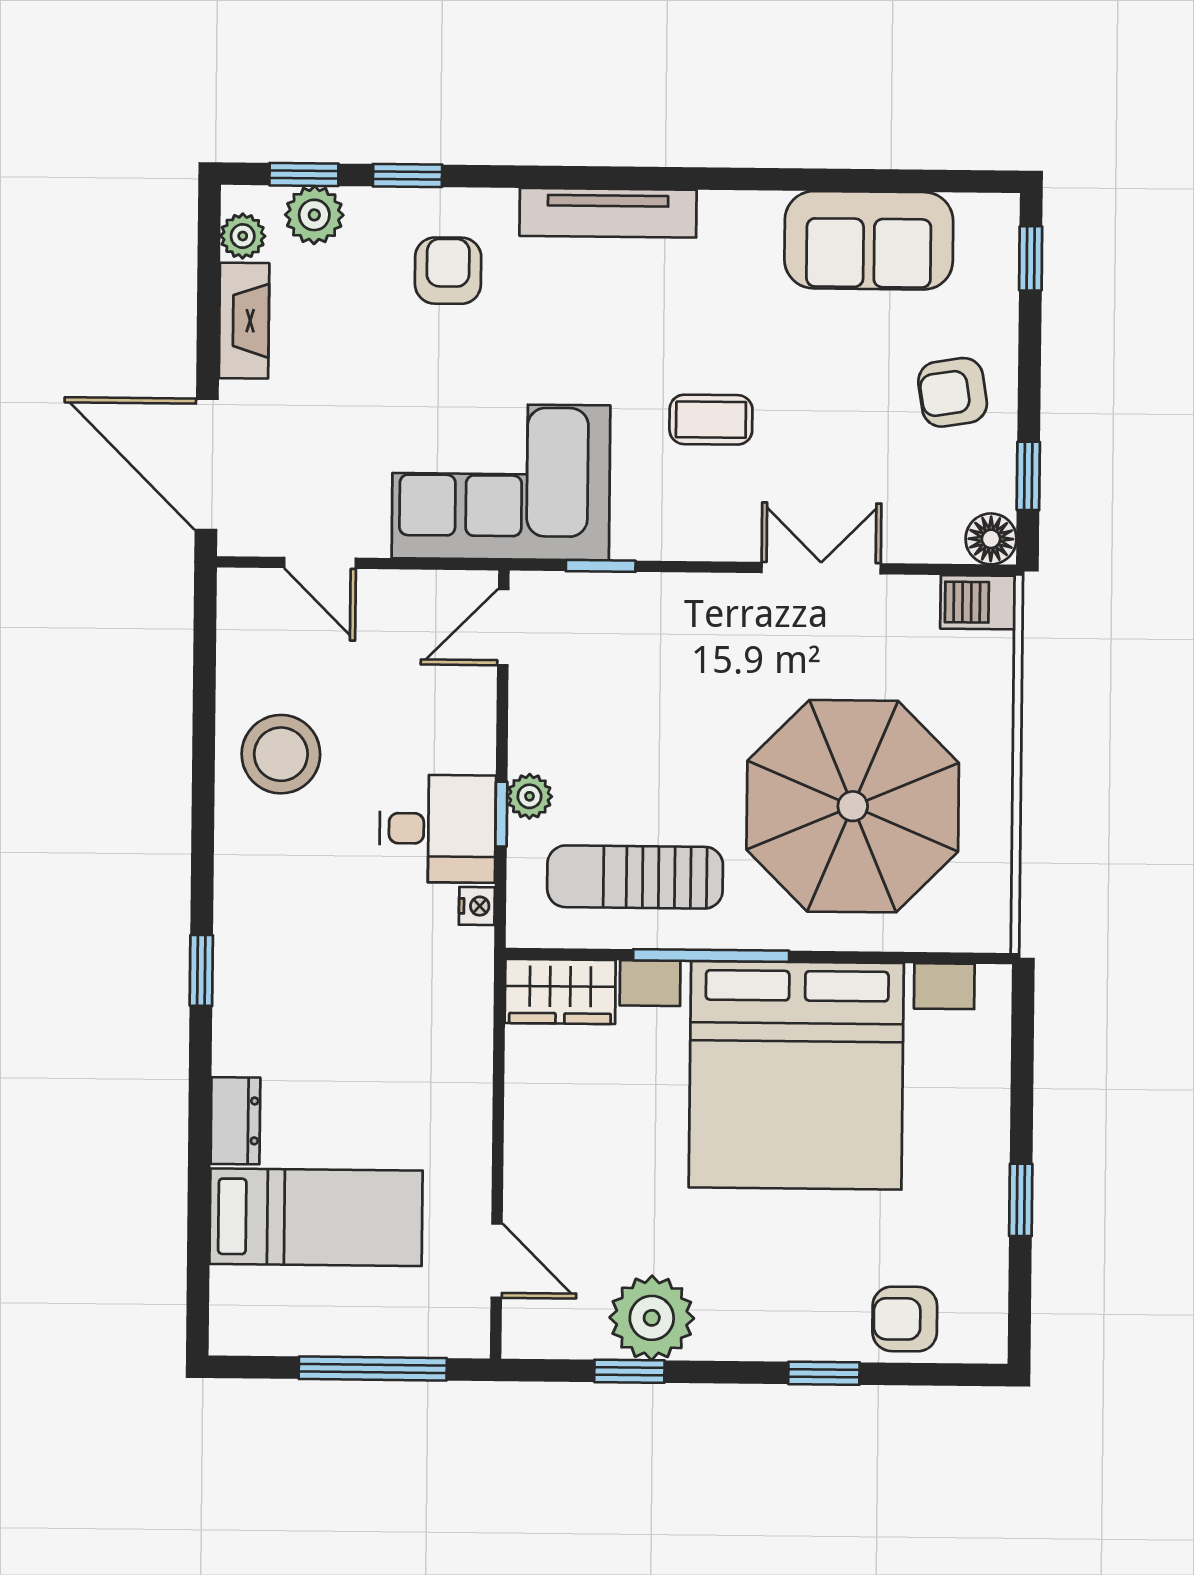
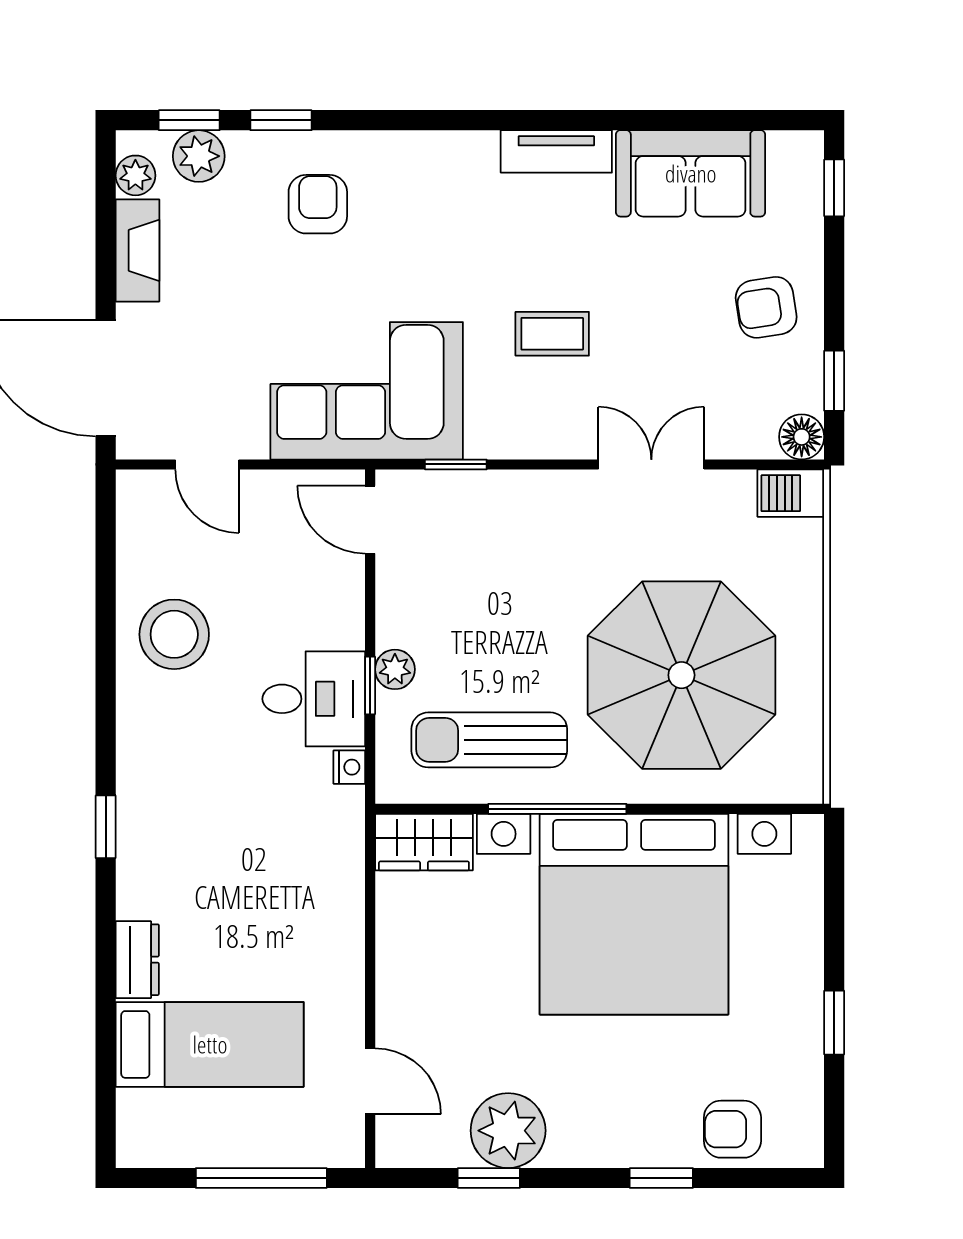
tv unit: (608, 213) -> (556, 151), moved, width x0.71
door: (503, 627) -> (370, 520), hinge flipped

